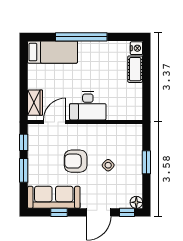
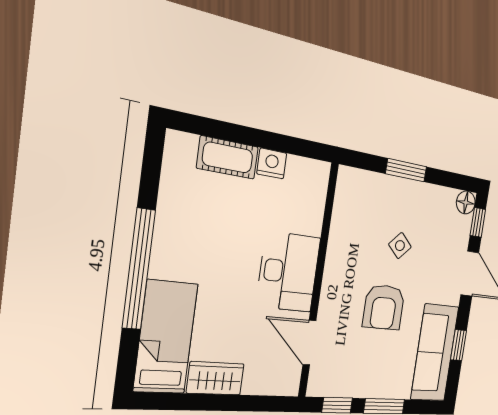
nightstand: (136, 48) -> (272, 163), moved
wardrobe: (35, 103) -> (215, 378), moved

